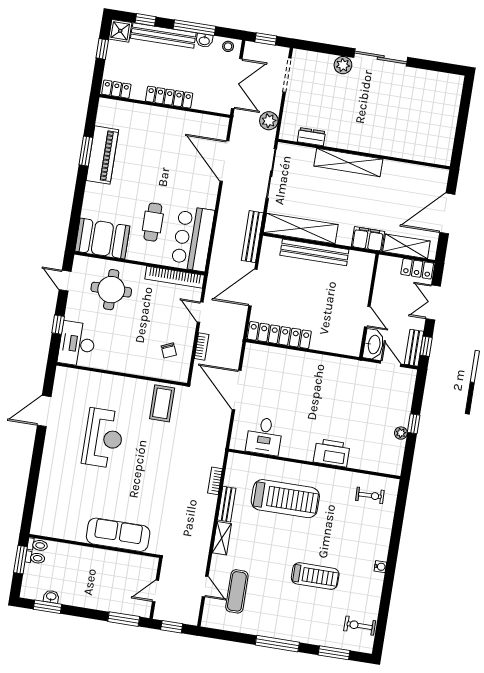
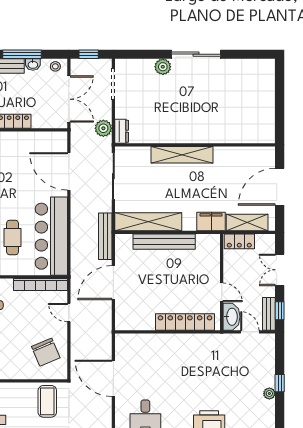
dresser: (311, 137) -> (122, 131), moved, turned 90
bar counter: (193, 238) -> (51, 236), width x1.36
locker: (417, 269) -> (239, 241), moved
locker: (279, 335) -> (185, 322), moved
bookcase: (202, 347) -> (75, 344), removed
chair: (169, 350) -> (46, 352), width x1.87, depth x1.87

